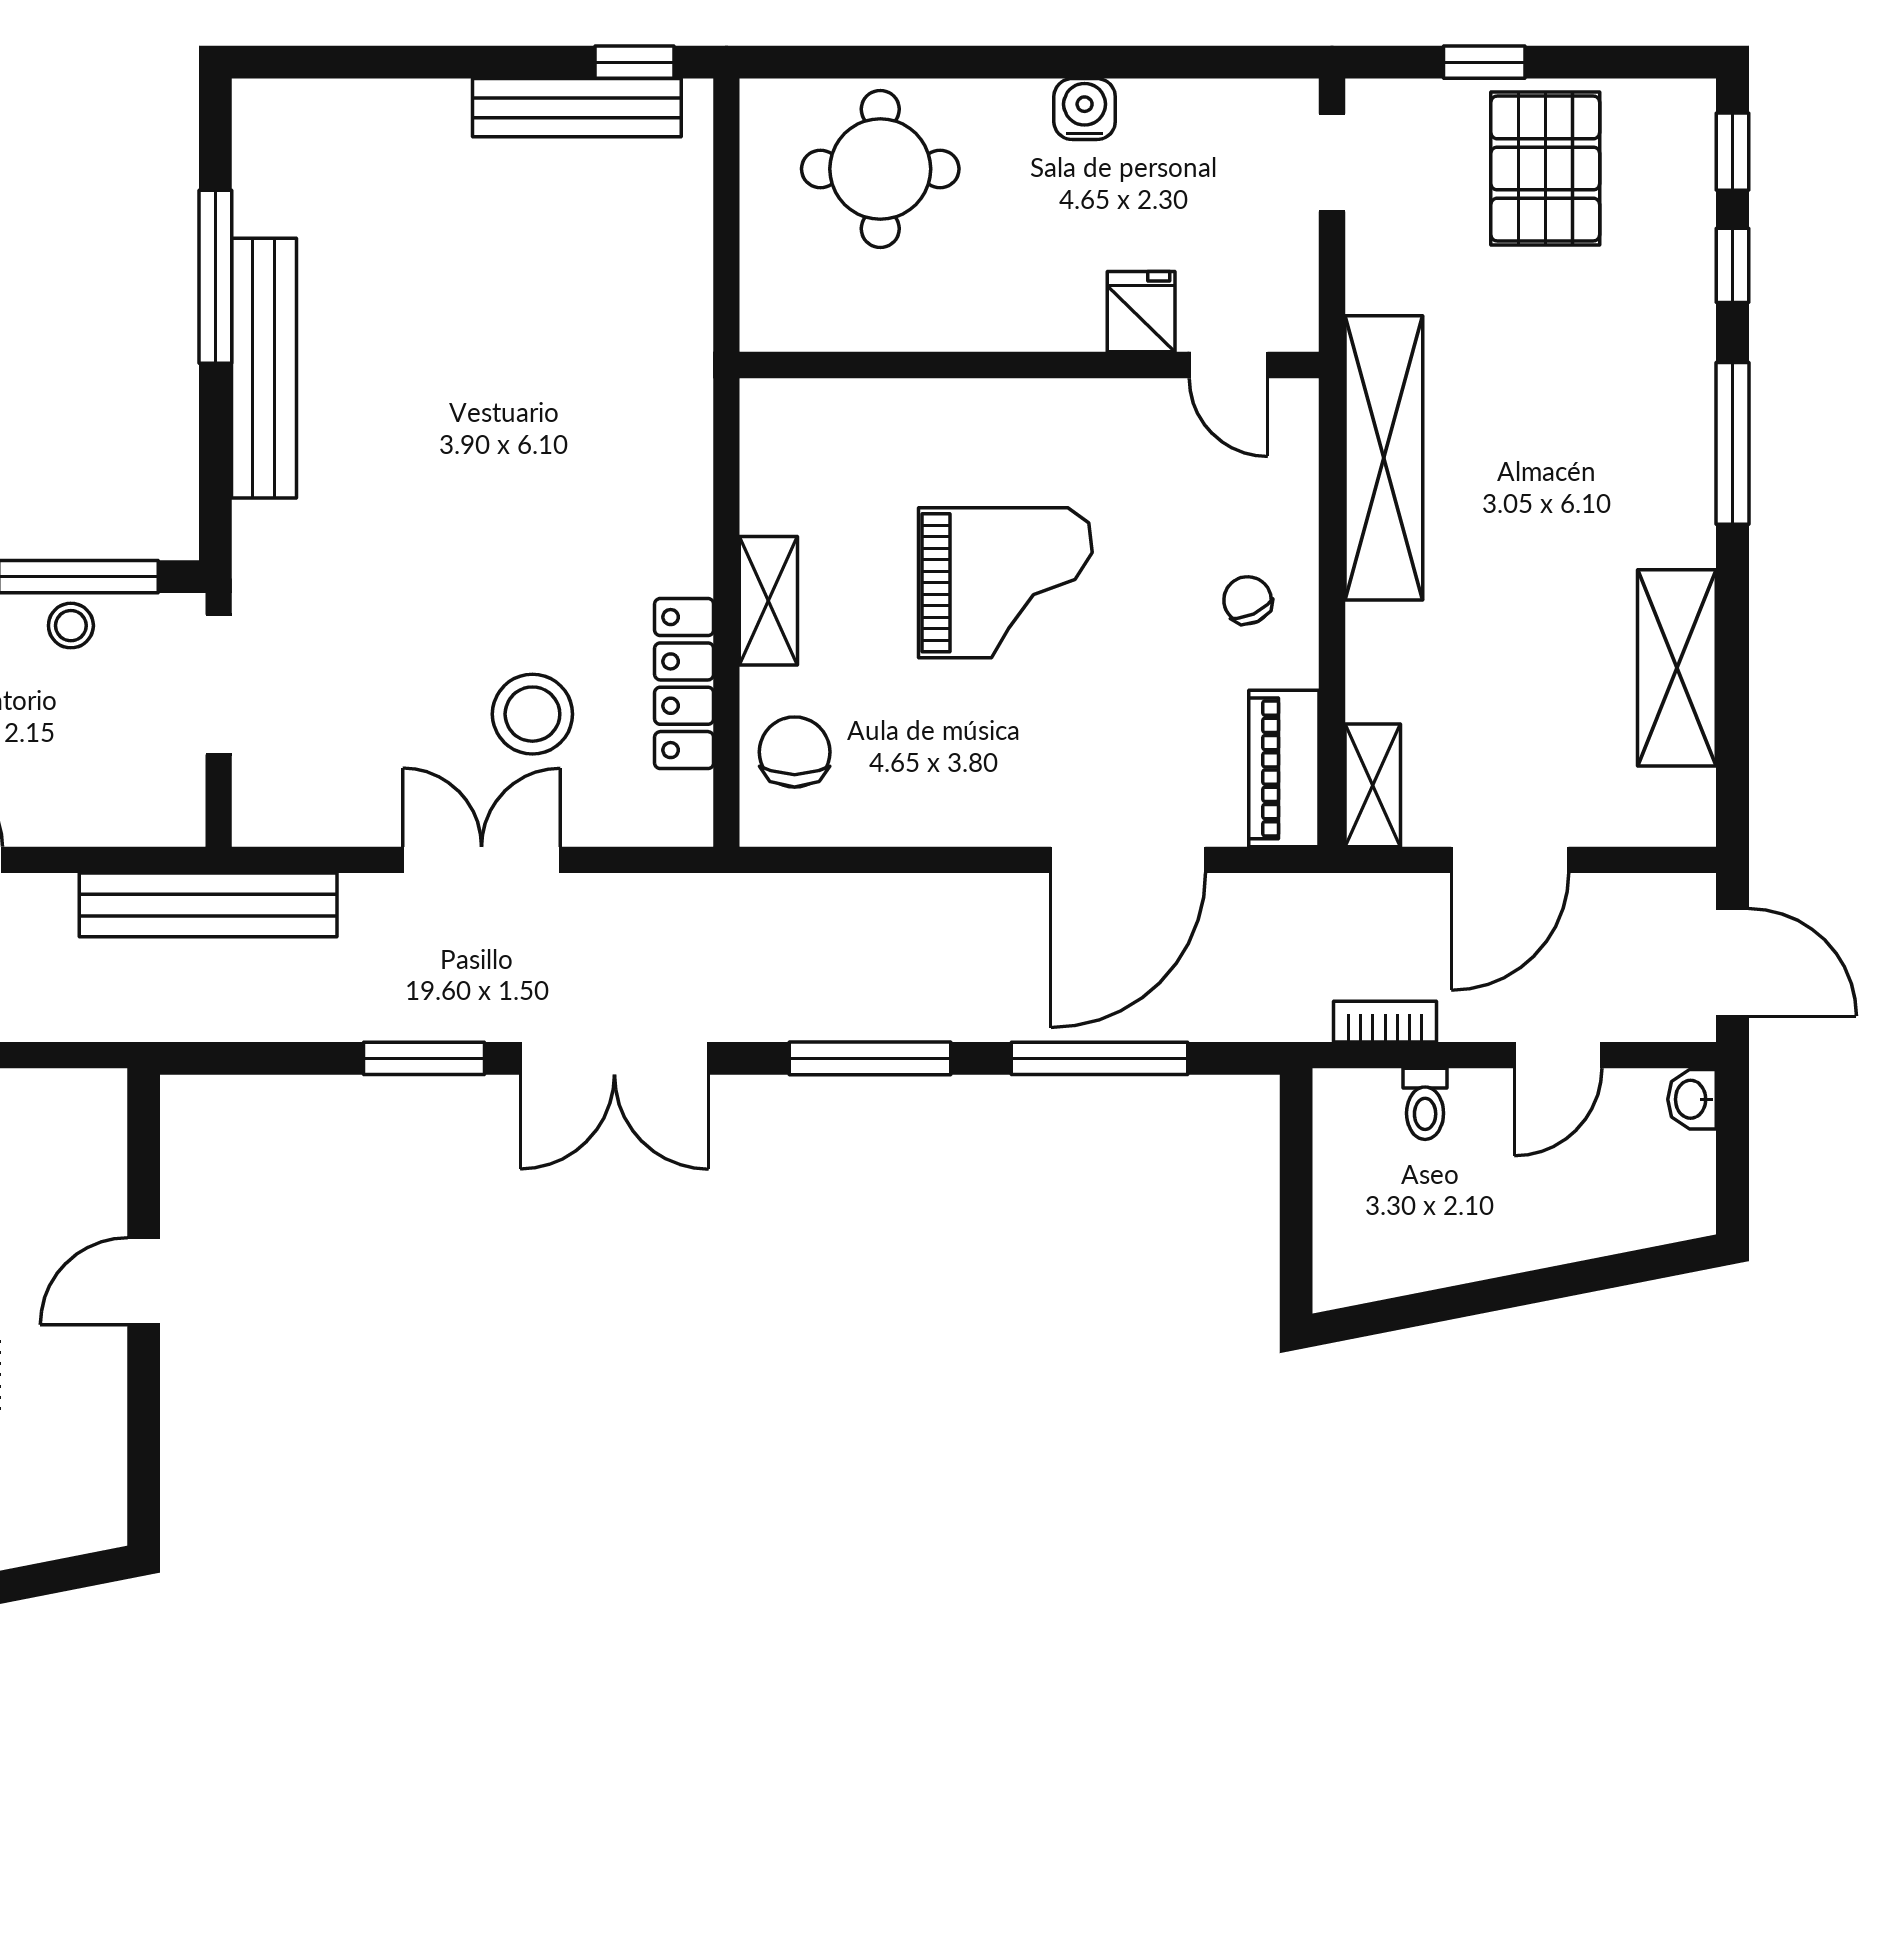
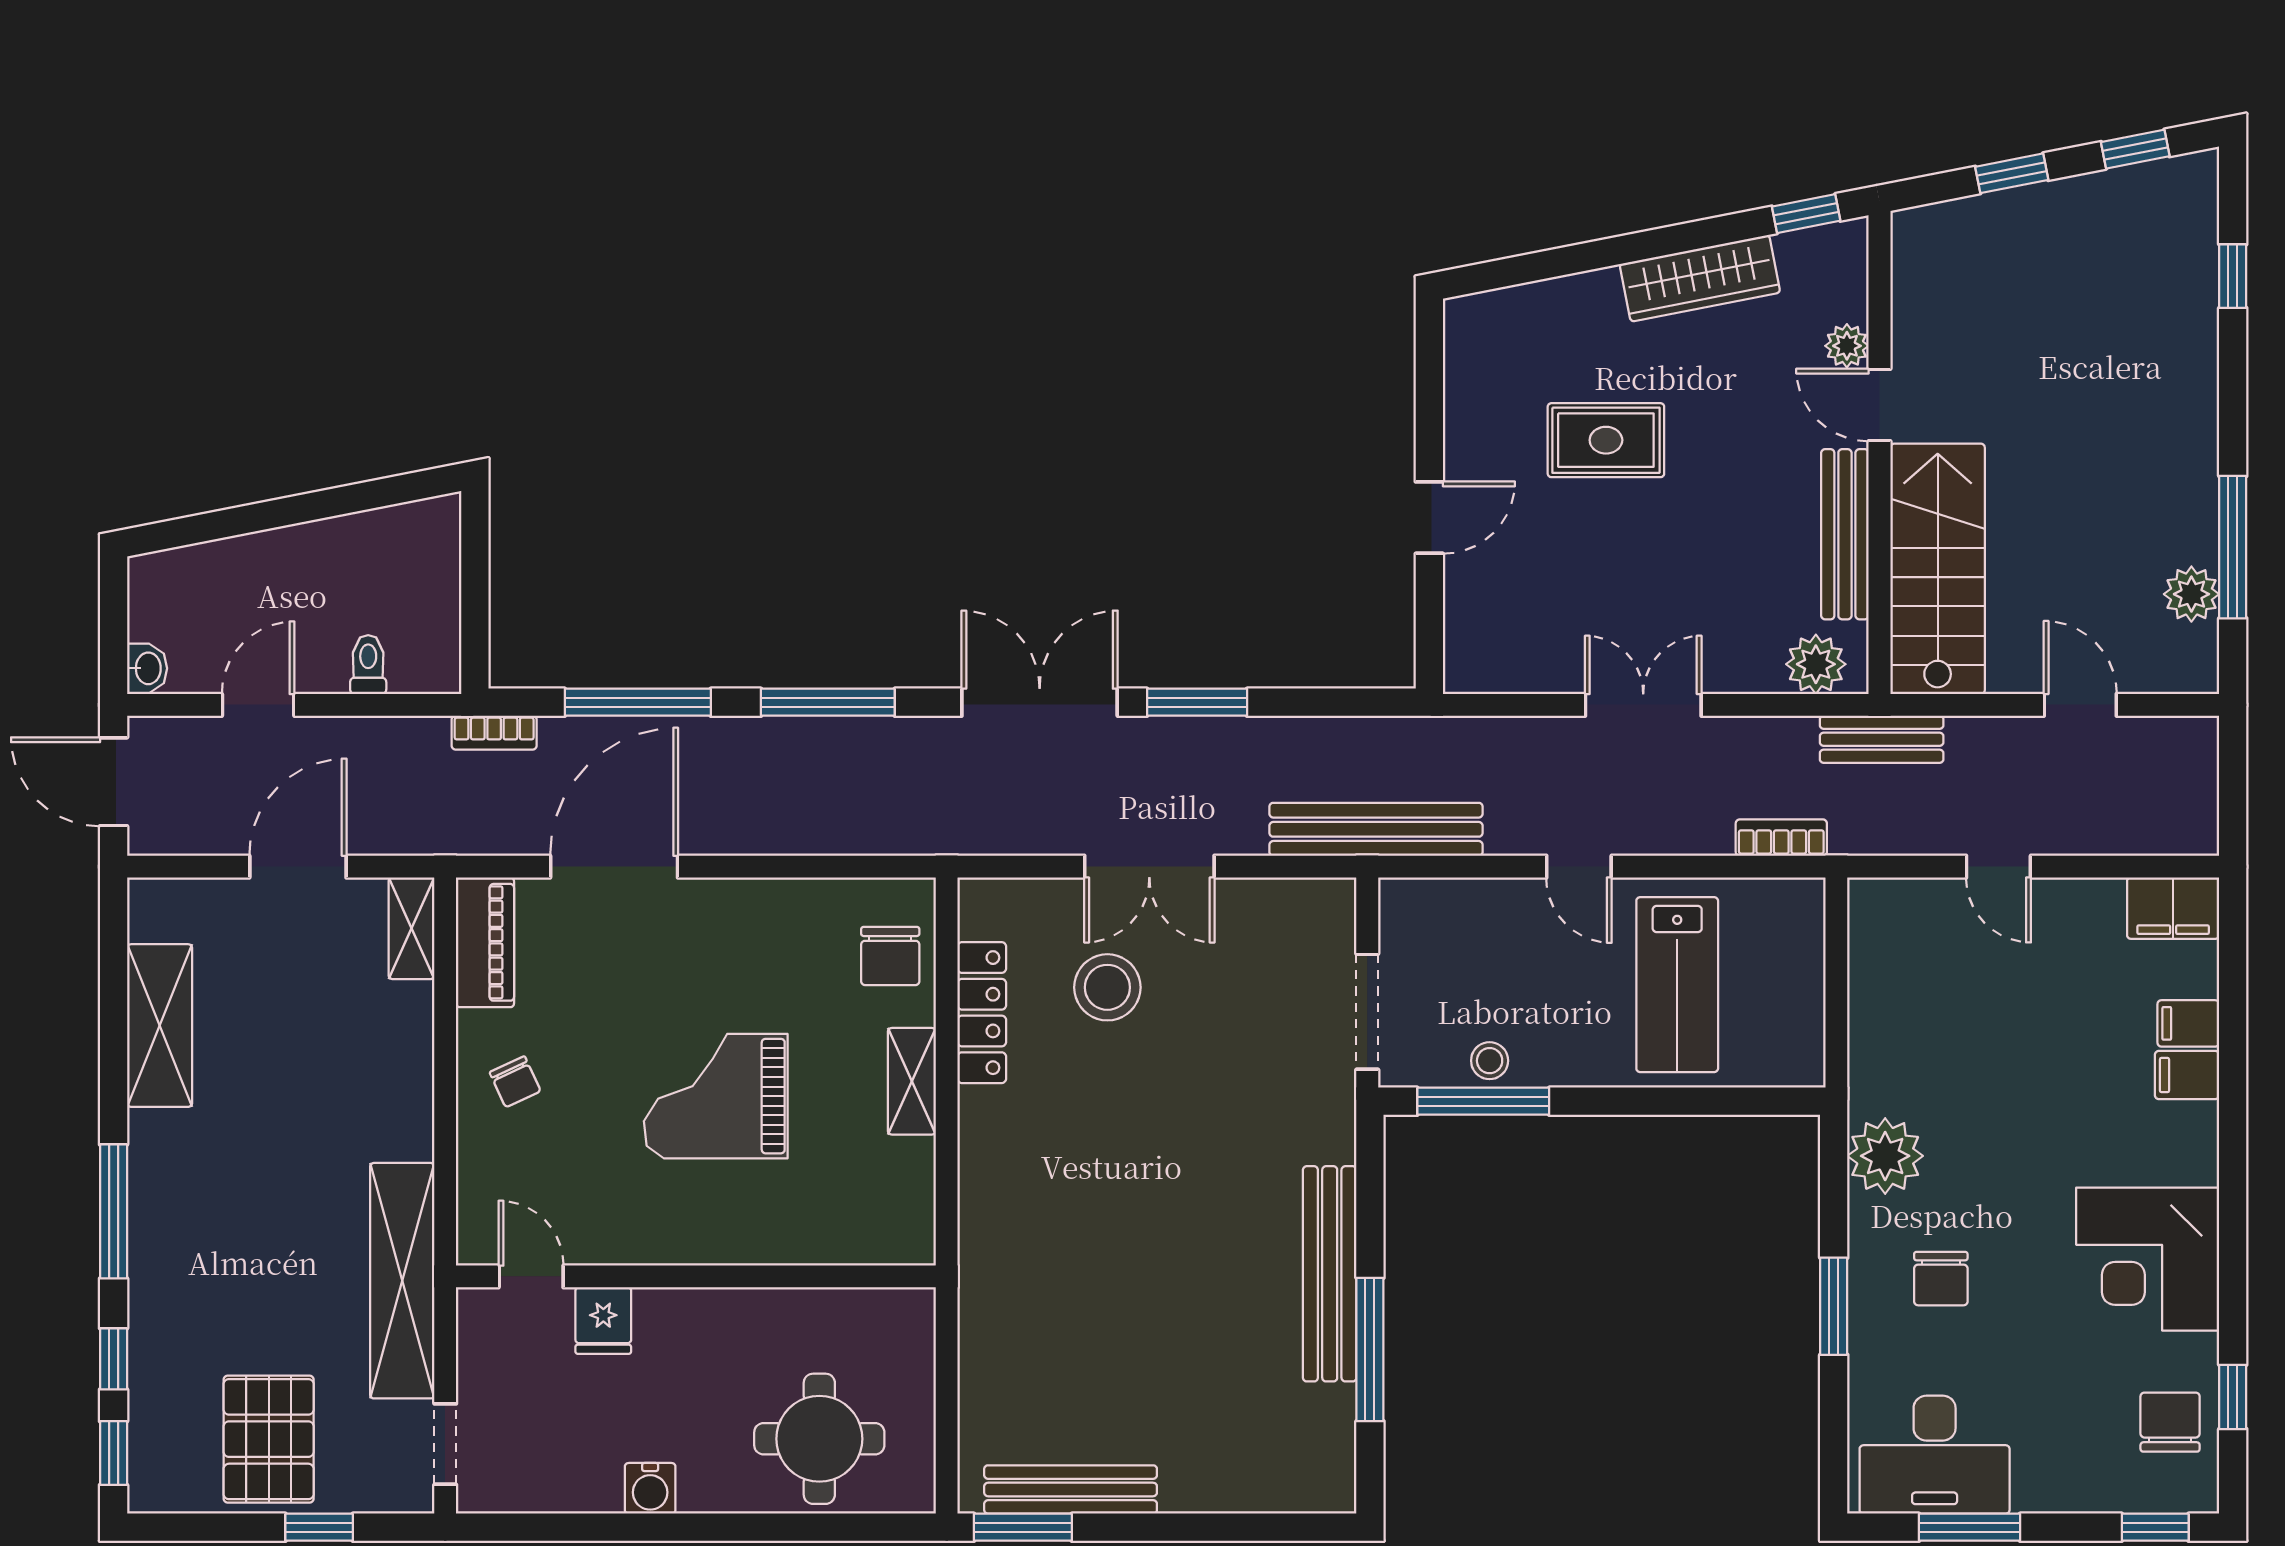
window: (634, 62) -> (1023, 1527), width x1.50
shelving: (1384, 458) -> (402, 1281), moved
bookcase: (1385, 1022) -> (494, 733), moved

